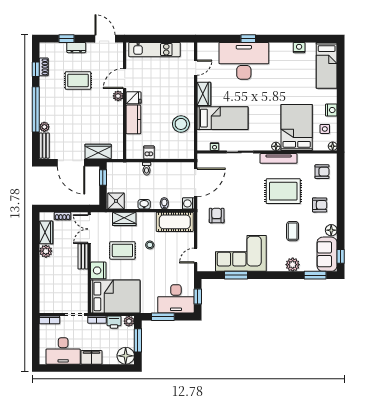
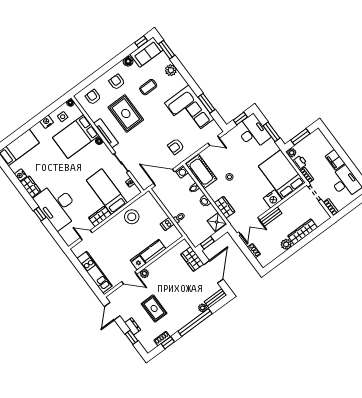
wardrobe: (281, 49) -> (30, 187), added
wardrobe: (46, 232) -> (303, 232), moved, width x1.50
rug: (122, 250) -> (247, 193), removed
floor lamp: (126, 356) -> (317, 137), removed

